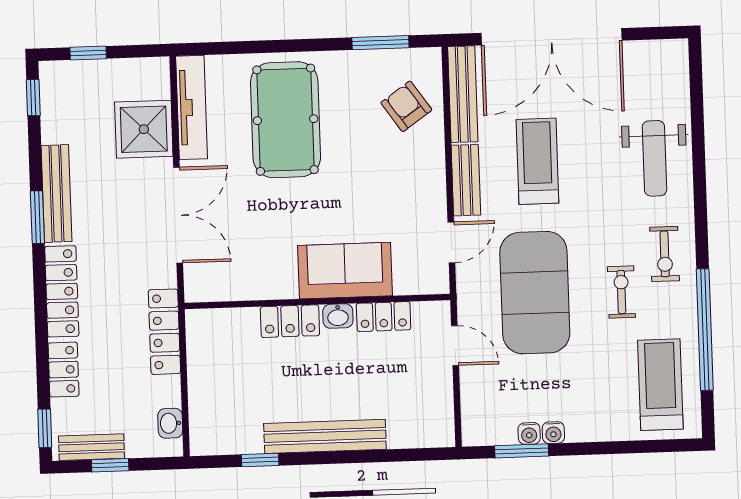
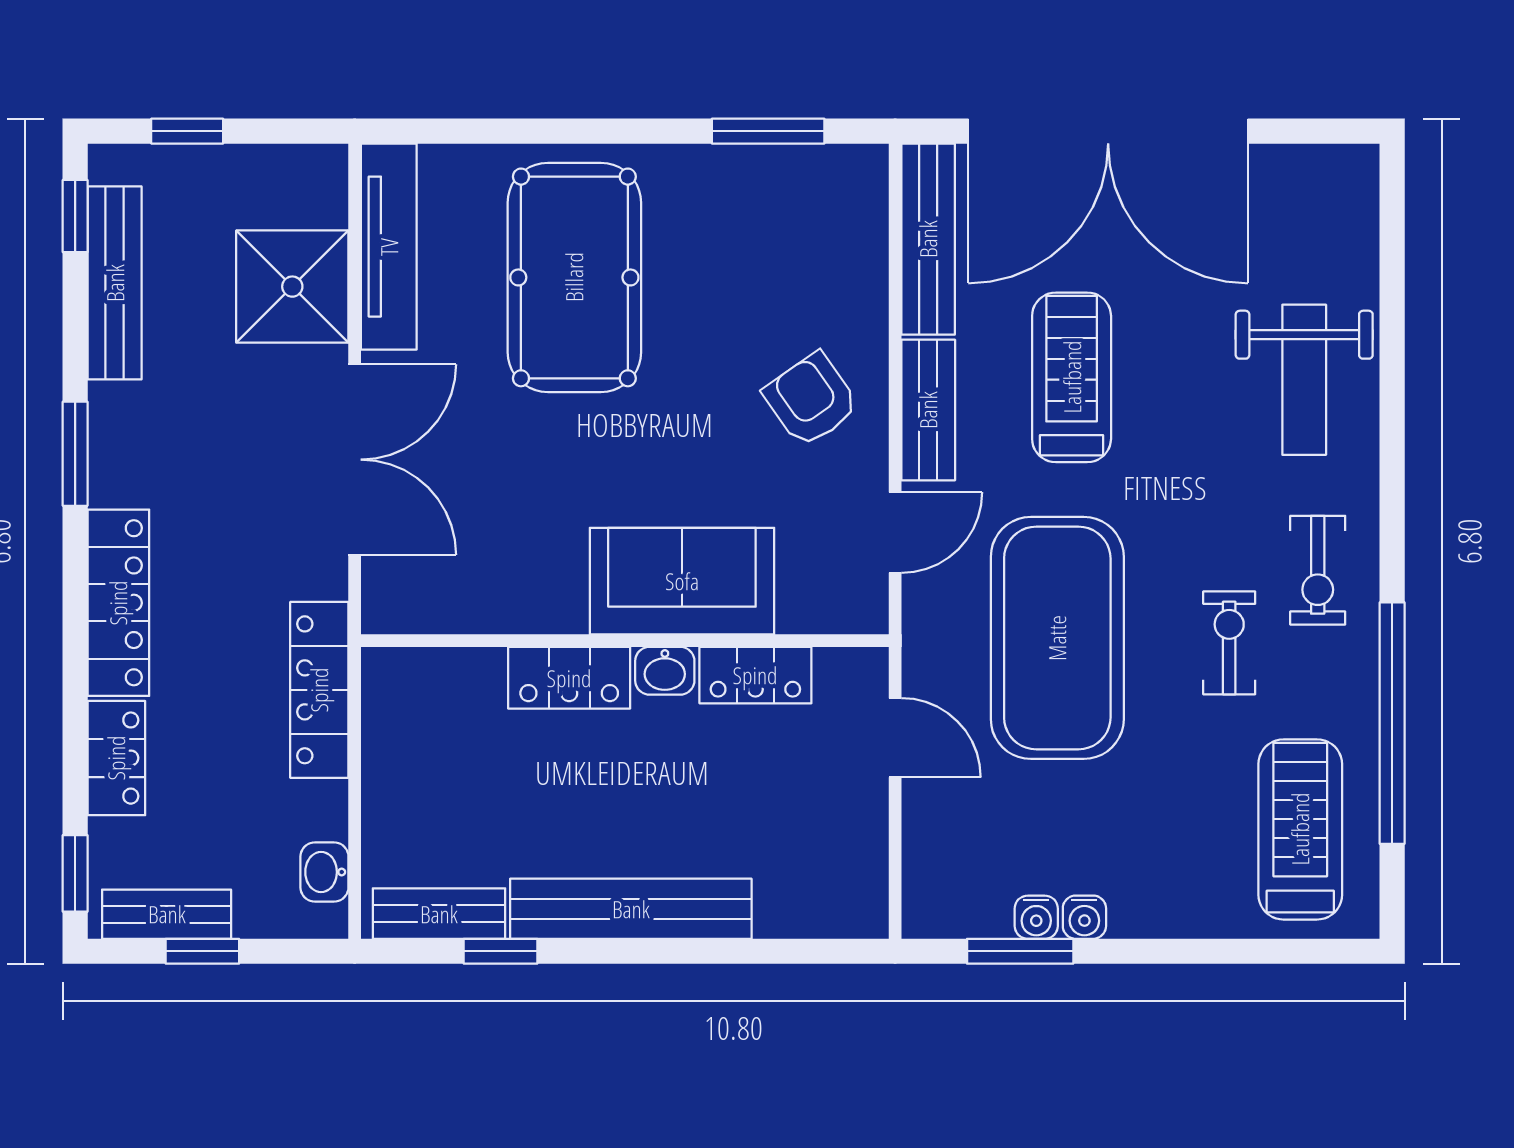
armchair: (406, 106) -> (811, 400), moved
bench: (56, 193) -> (115, 283), moved
bench: (229, 442) -> (439, 914), added

